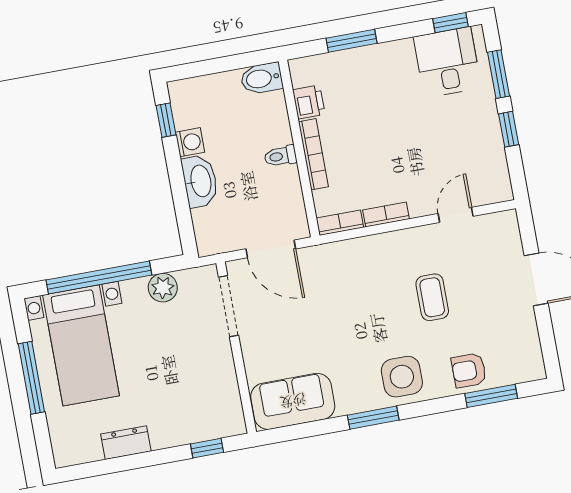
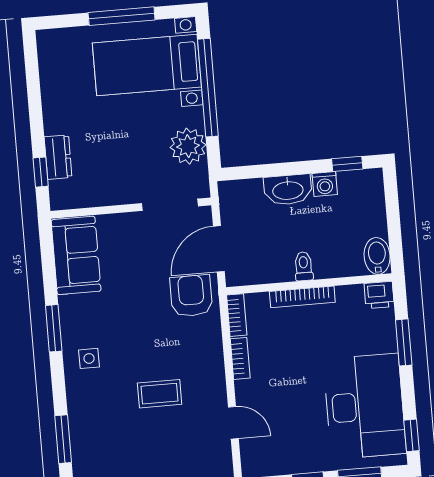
desk: (447, 62) -> (365, 406), width x1.87, depth x1.30
printer: (309, 102) -> (379, 295), moved
plant: (163, 288) -> (188, 146), width x1.36, depth x1.36
armchair: (469, 370) -> (191, 296), moved, width x1.38, depth x1.38
side table: (402, 377) -> (89, 358), width x0.54, depth x0.54
dresser: (126, 443) -> (58, 157), moved

